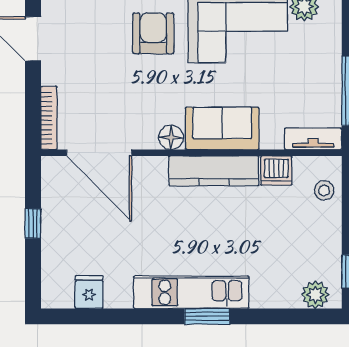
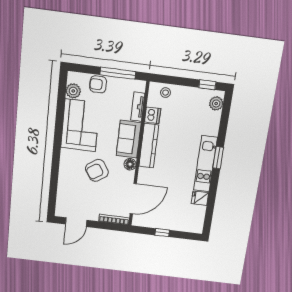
armchair: (153, 33) -> (97, 170), moved, turned -34
armchair: (323, 55) -> (98, 84), added
tv unit: (313, 139) -> (138, 107), moved
fridge: (89, 292) -> (200, 198), moved

